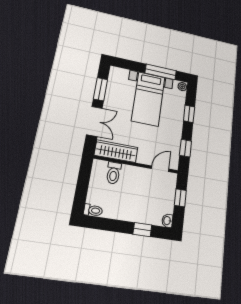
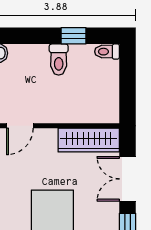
toilet: (114, 173) -> (59, 60), moved, turned 180
window: (142, 230) -> (74, 36), moved

